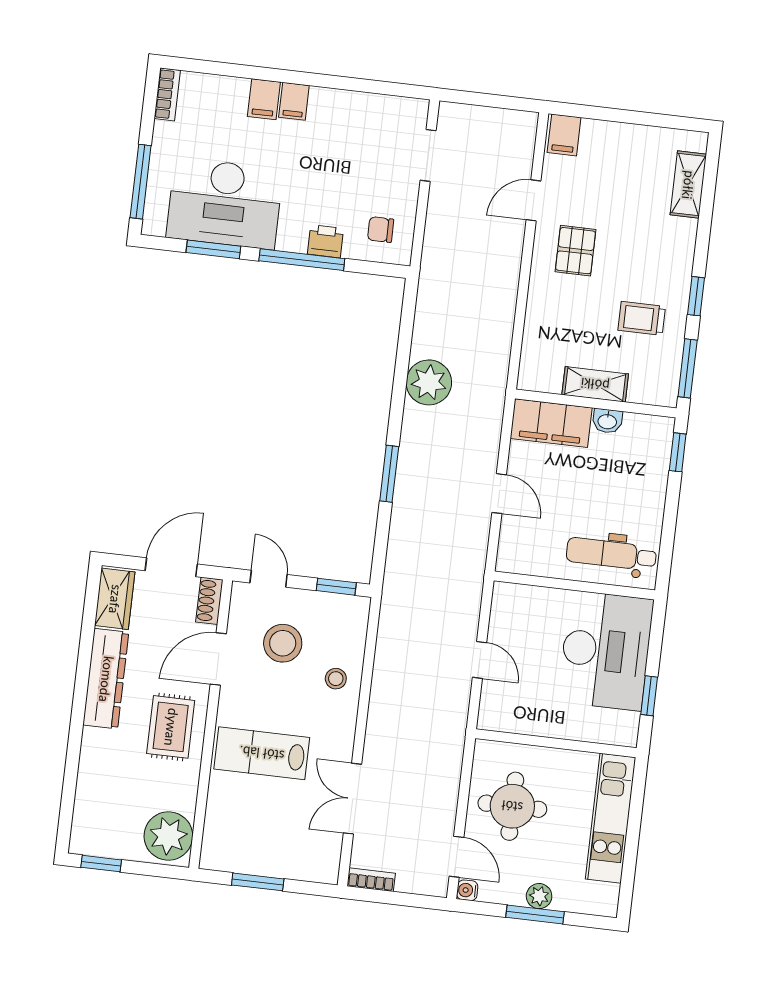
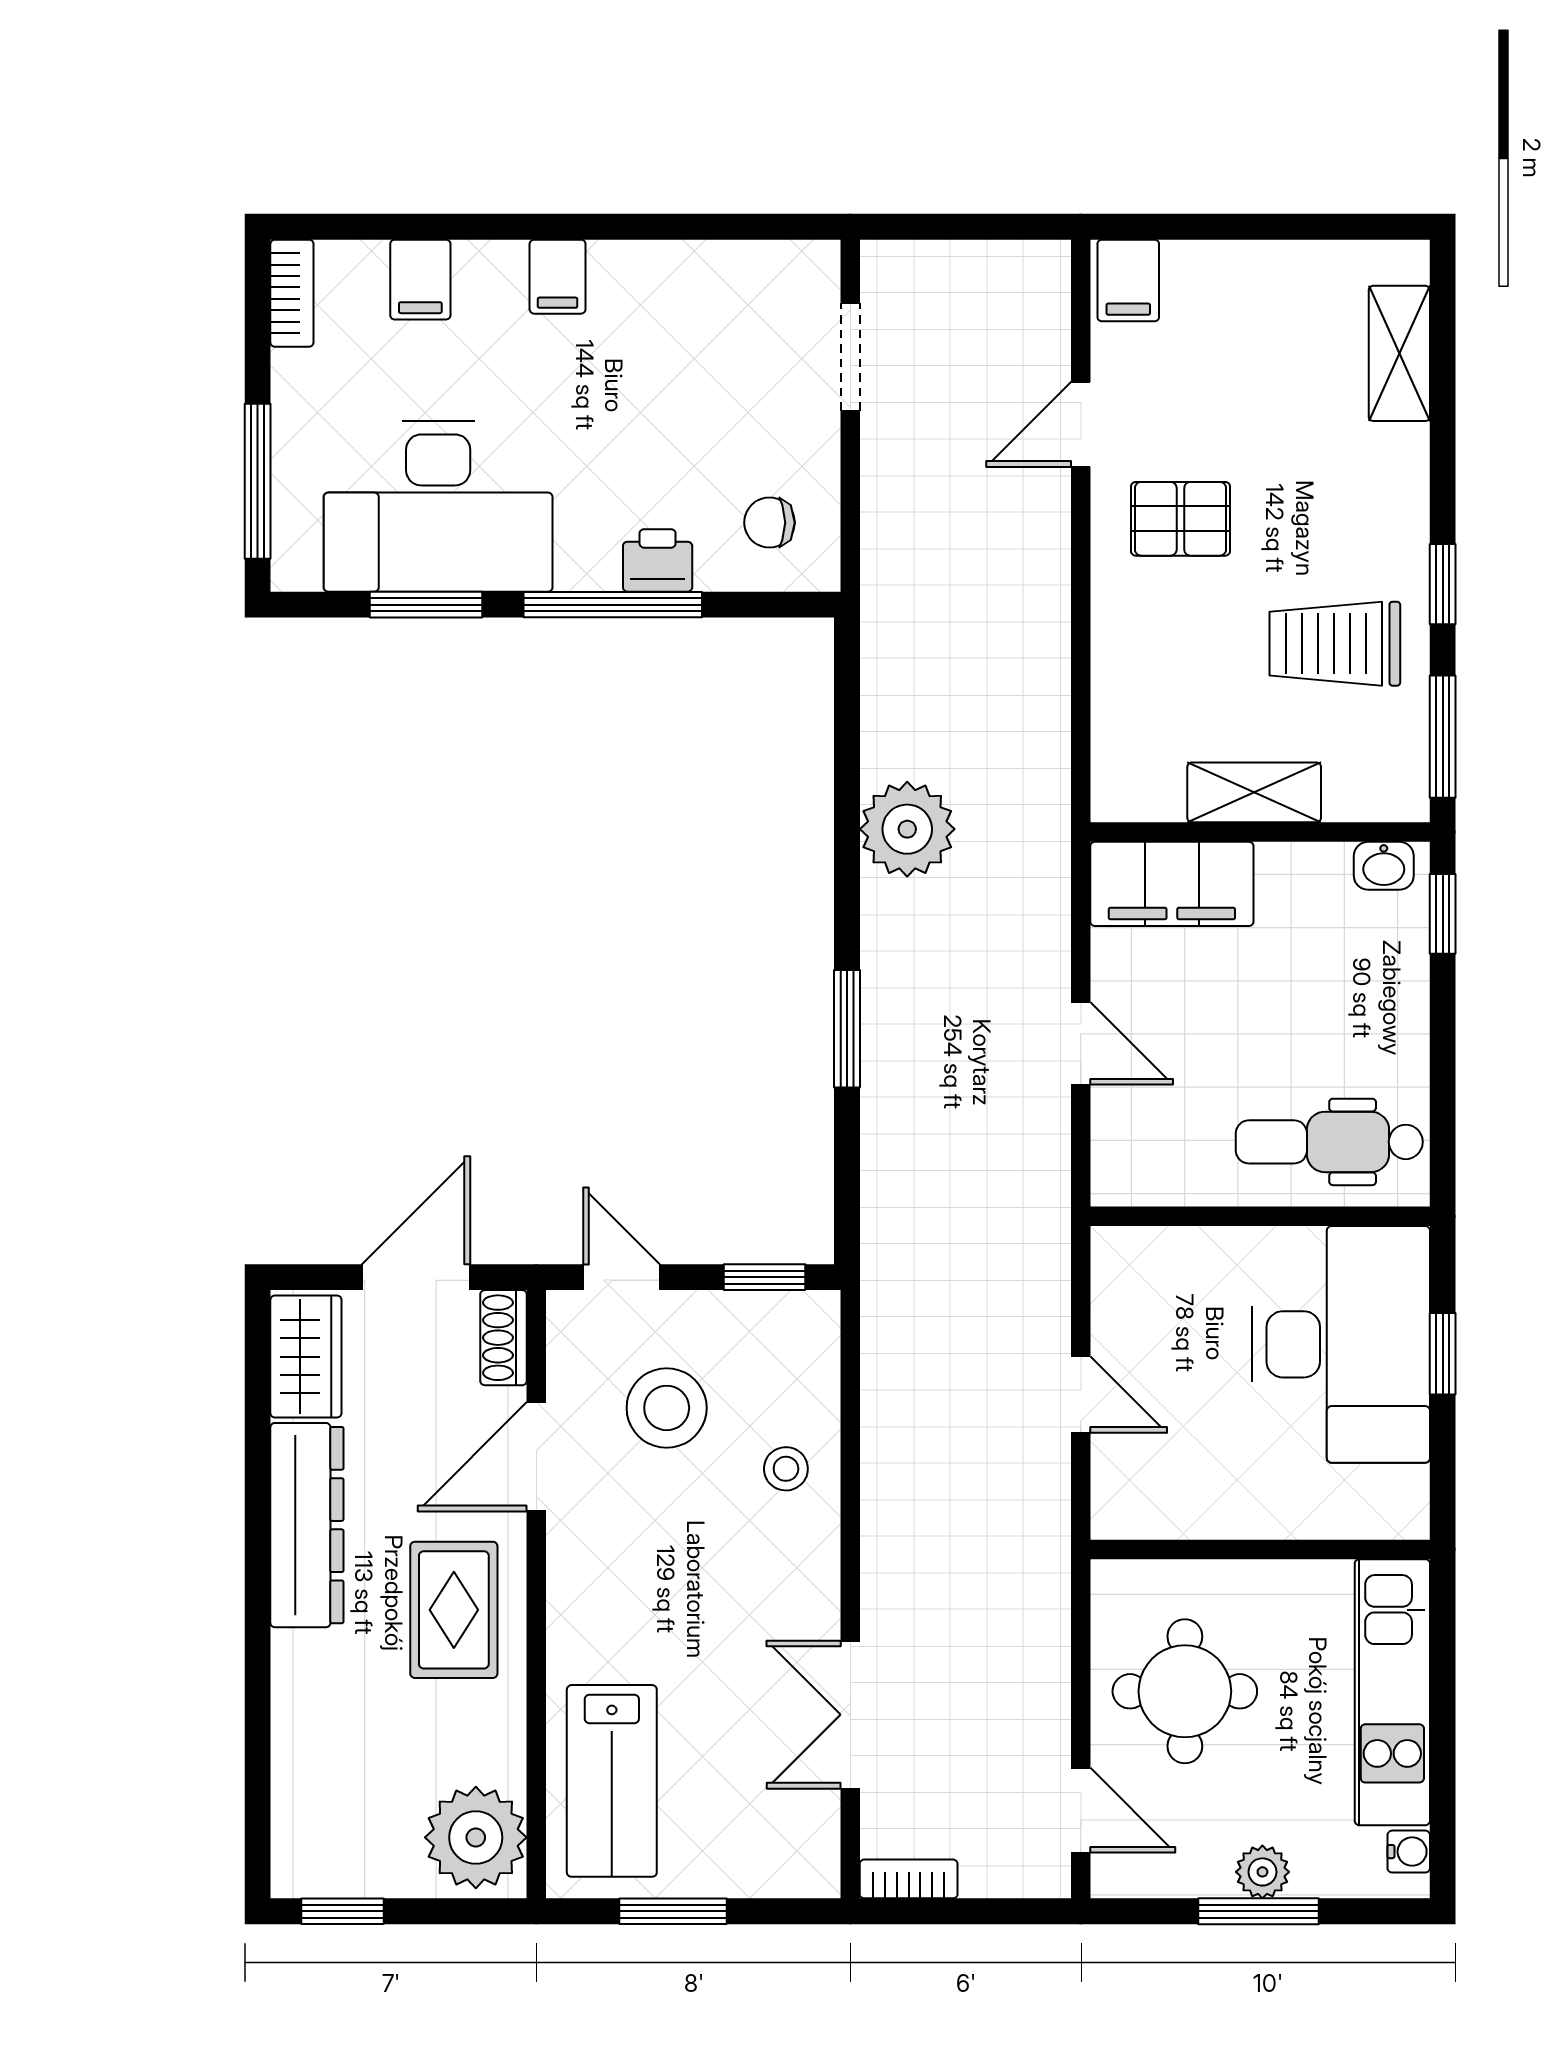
filing cabinet: (264, 99) -> (420, 280), moved
pallet: (576, 251) -> (1180, 519), turned 90
trolley: (642, 318) -> (1335, 644), width x1.36, depth x1.39
washbasin: (607, 421) -> (1384, 866), moved
window: (649, 696) -> (1443, 1354), moved
lab bench: (262, 753) -> (612, 1781), moved, turned -90
water cooler: (467, 890) -> (1409, 1852), moved, turned 180

